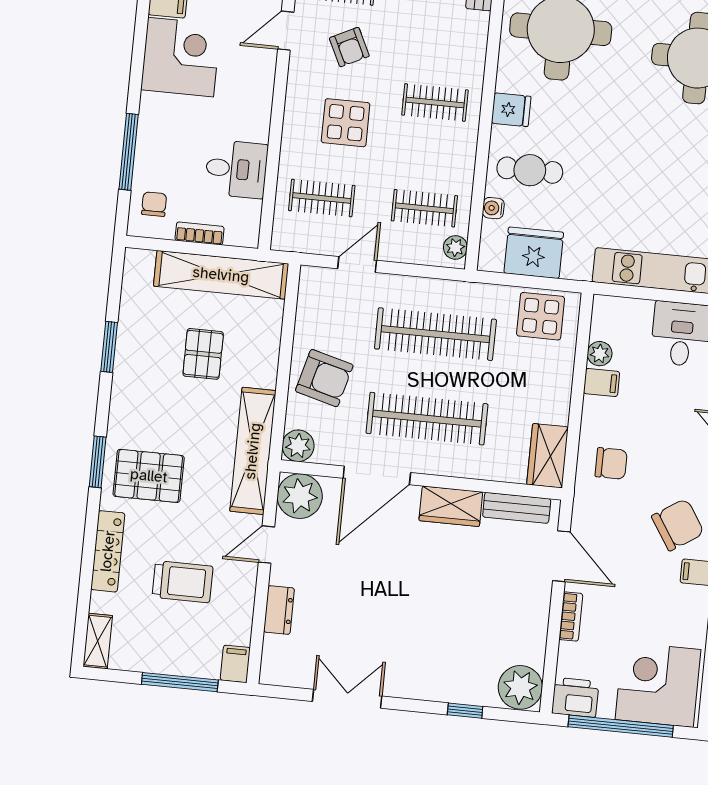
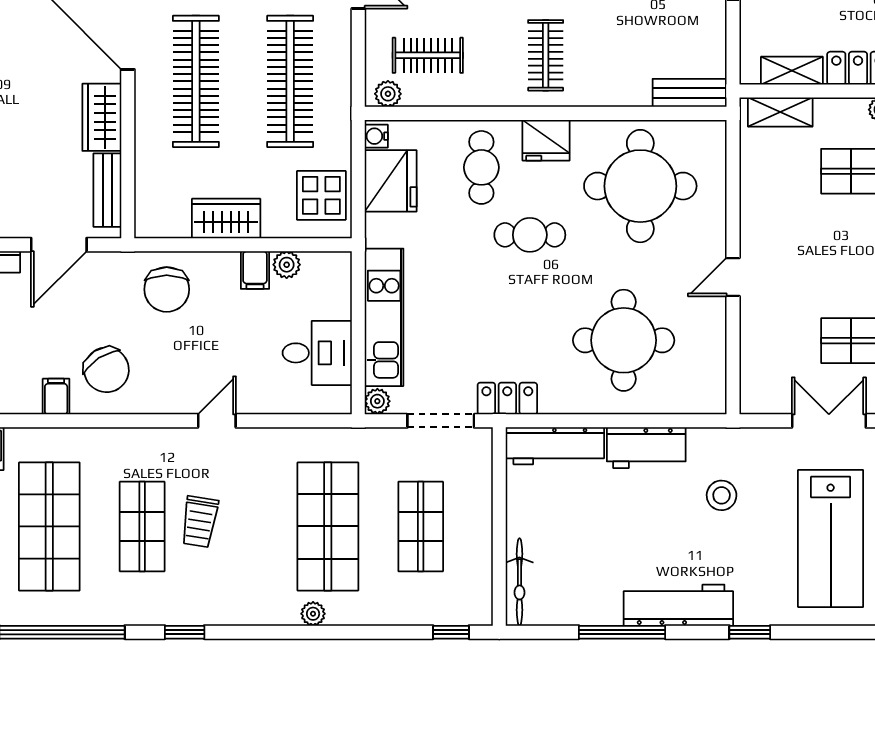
fridge: (511, 110) -> (546, 140), width x1.38
cafe table: (595, 133) -> (530, 235), added
clothes rail: (424, 208) -> (428, 55), turned 90
water cooler: (493, 208) -> (376, 136), moved, turned -90
wardrobe: (548, 456) -> (226, 218), moved
chair: (611, 463) -> (167, 289), width x1.37, depth x1.37

